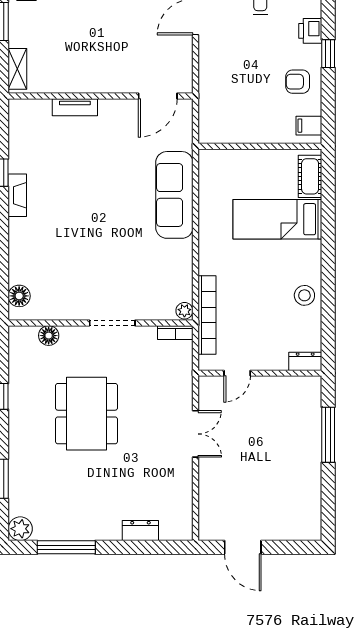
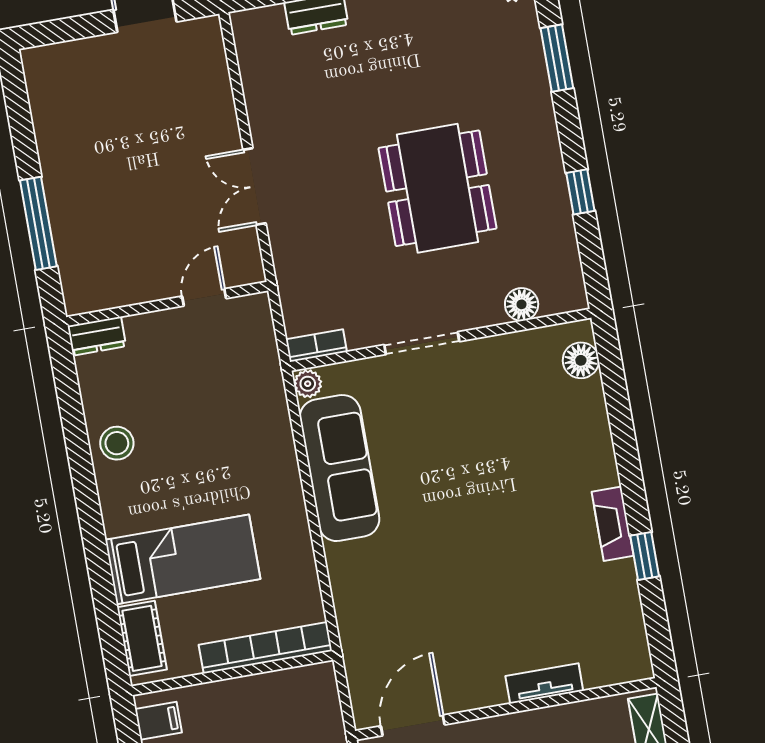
sofa: (174, 195) -> (340, 468), moved
bookcase: (207, 315) -> (265, 648), moved, turned 90

